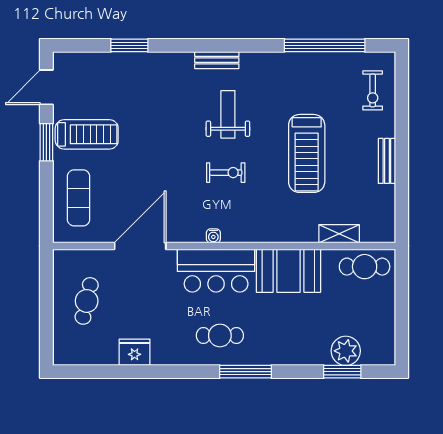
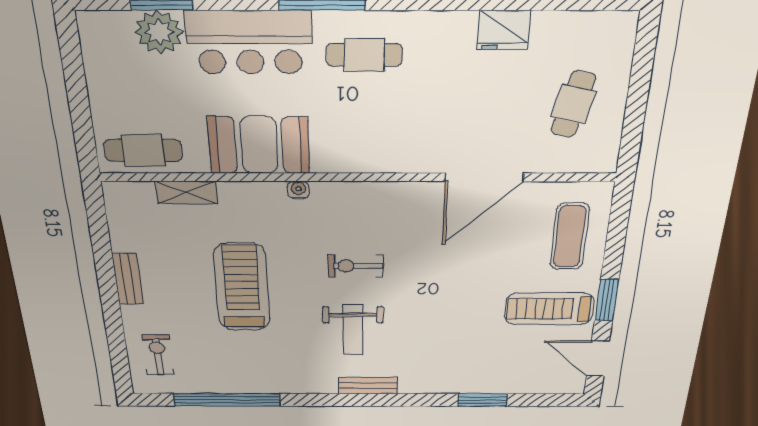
door: (46, 87) -> (598, 359), swing flipped
water cooler: (213, 236) -> (298, 190), moved
bar counter: (216, 271) -> (249, 42), moved, turned 180

